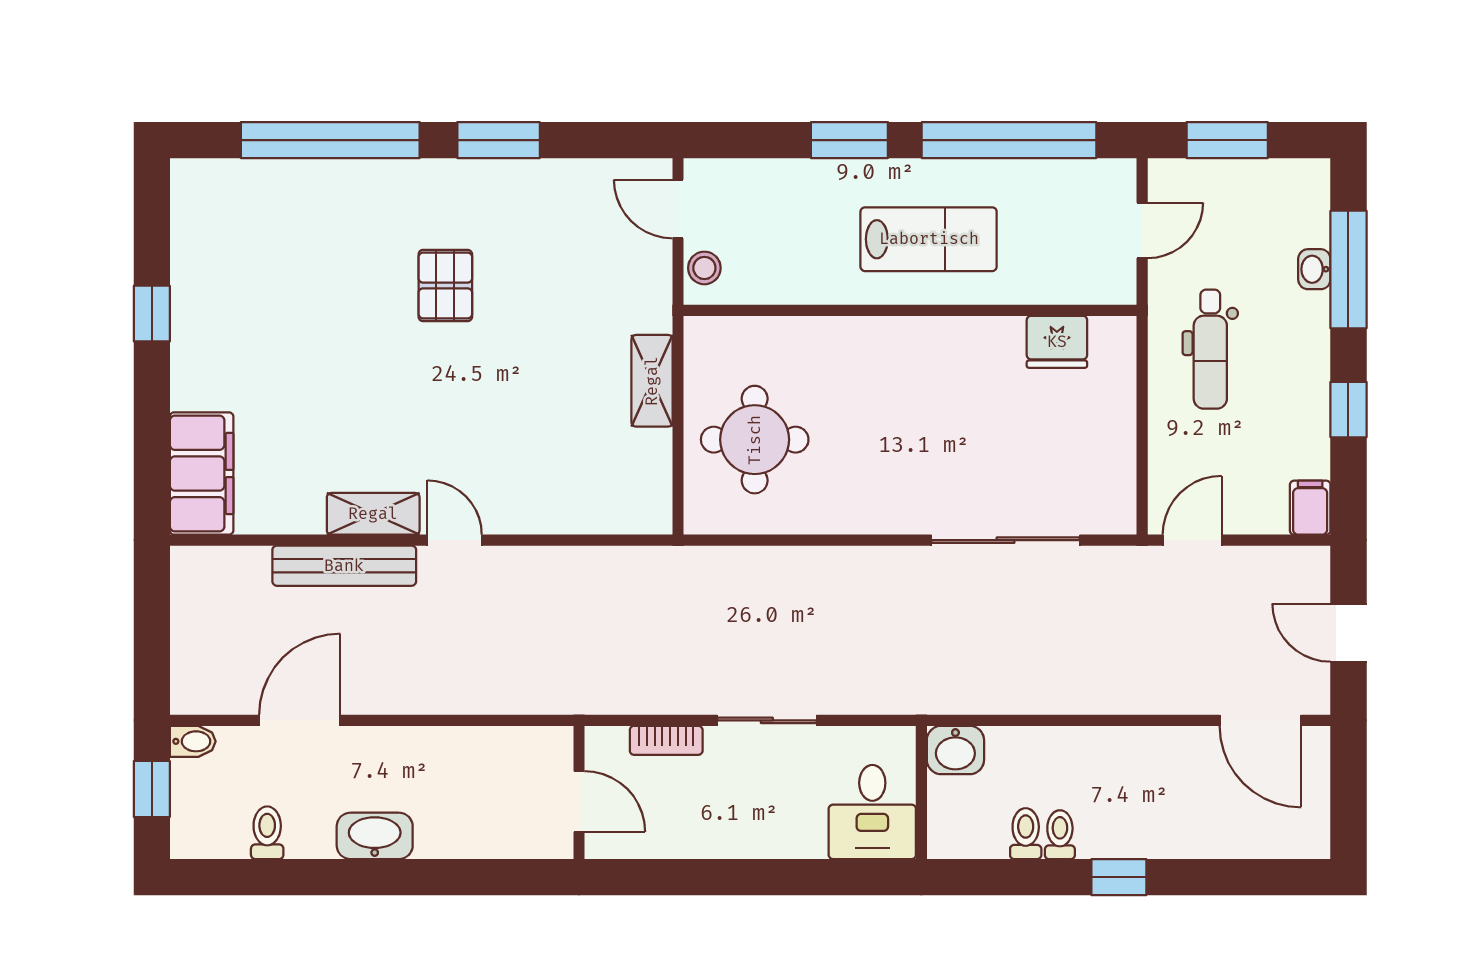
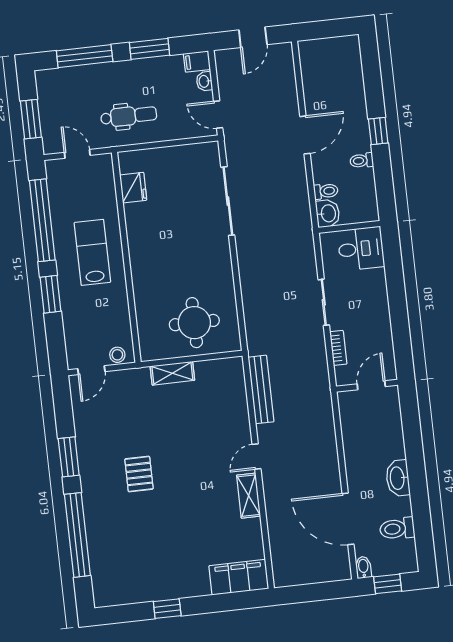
washbasin: (1314, 269) -> (204, 81), moved, turned 90
pallet: (445, 285) -> (139, 474), turned 90
window: (1348, 410) -> (150, 49), width x1.50
bench: (344, 566) -> (261, 389), moved
door: (300, 720) -> (348, 519), width x1.36
door: (1260, 720) -> (305, 135), moved
toilet: (267, 833) -> (397, 529), width x1.37, depth x1.39
toilet: (1026, 834) -> (326, 191), moved, turned 180

